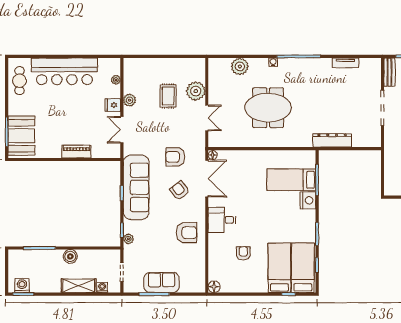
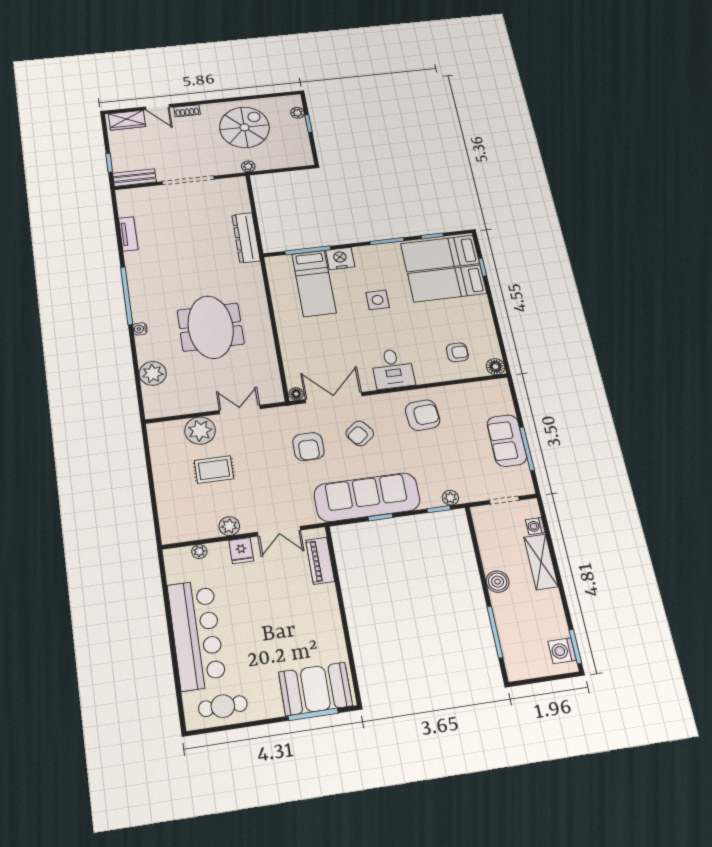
plant: (389, 150) -> (248, 166), added
piano: (76, 152) -> (320, 561), moved
side table: (273, 219) -> (378, 300), added
armchair: (187, 233) -> (423, 415), turned 86
armchair: (243, 253) -> (457, 352), moved, turned 180

